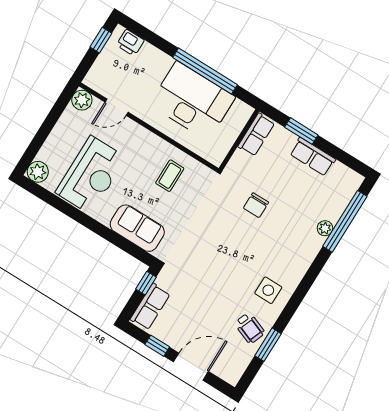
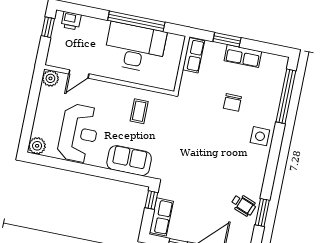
chair: (256, 205) -> (232, 102), moved
plant: (325, 228) -> (273, 107), removed
side table: (268, 290) -> (260, 136), moved

